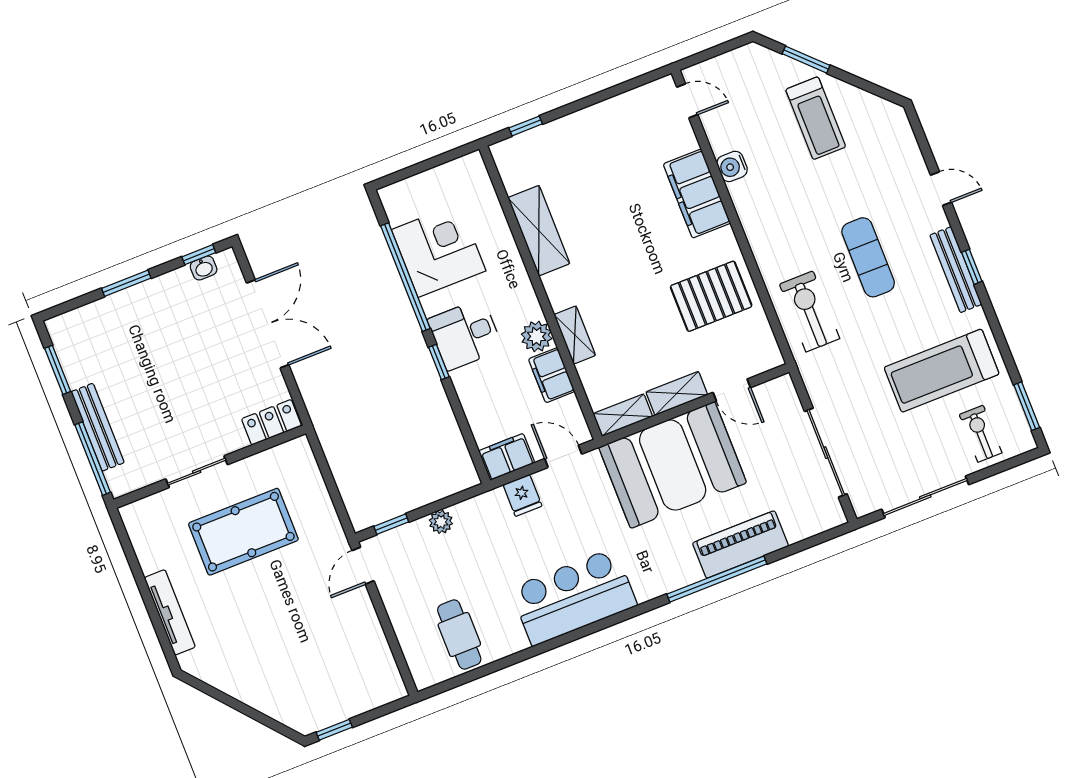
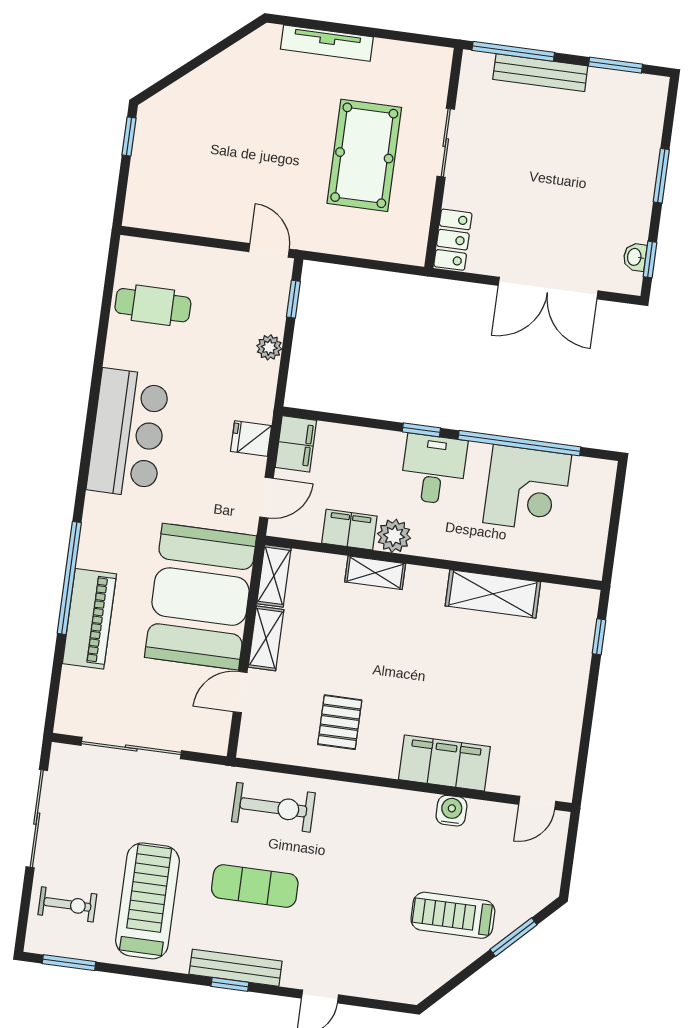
exercise mat: (868, 257) -> (255, 886), moved
pallet: (711, 296) -> (340, 722), width x0.67, depth x0.71

